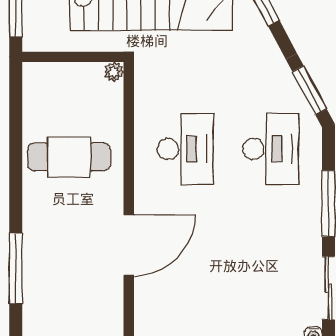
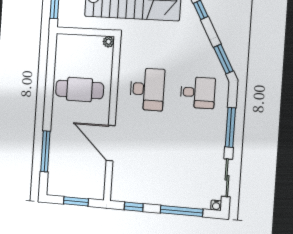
desk: (271, 149) -> (198, 92), width x0.73
door: (129, 245) -> (111, 143), swing flipped

